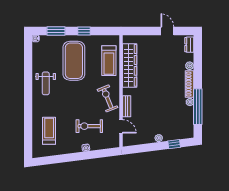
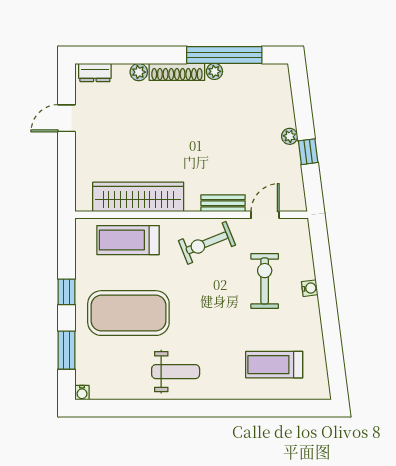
treadmill: (109, 61) -> (128, 240), turned 180
exercise bike: (89, 126) -> (265, 281), turned 180
window: (174, 144) -> (308, 152), moved

